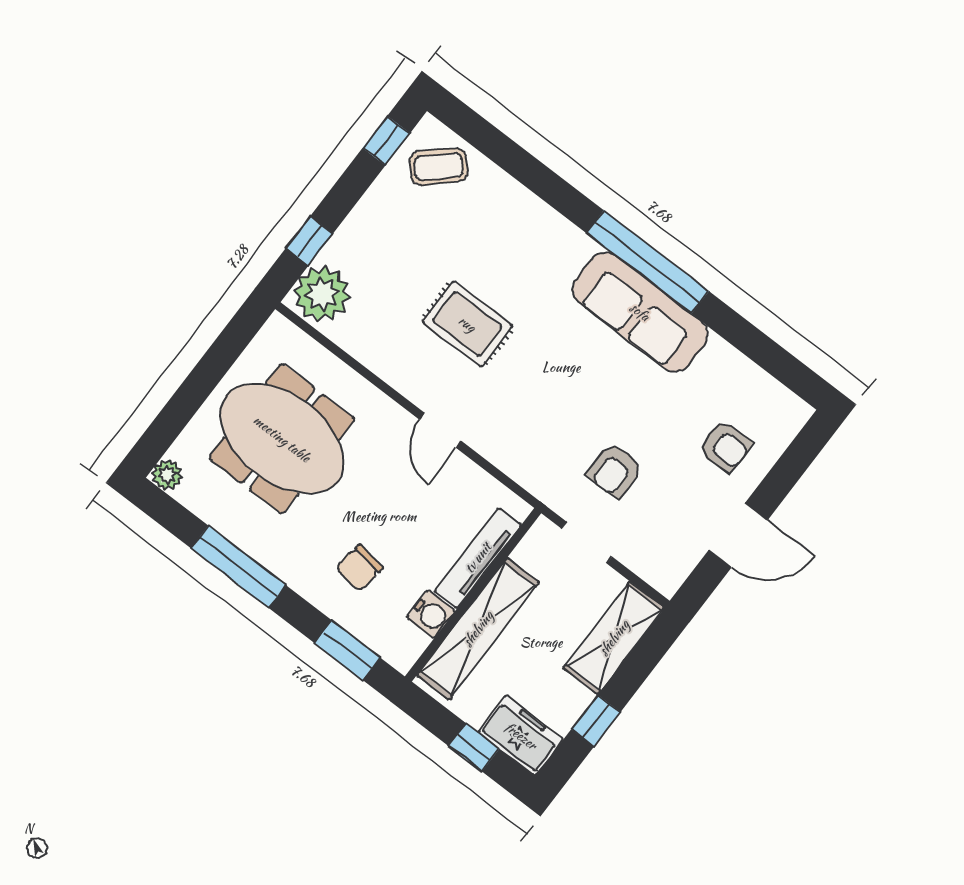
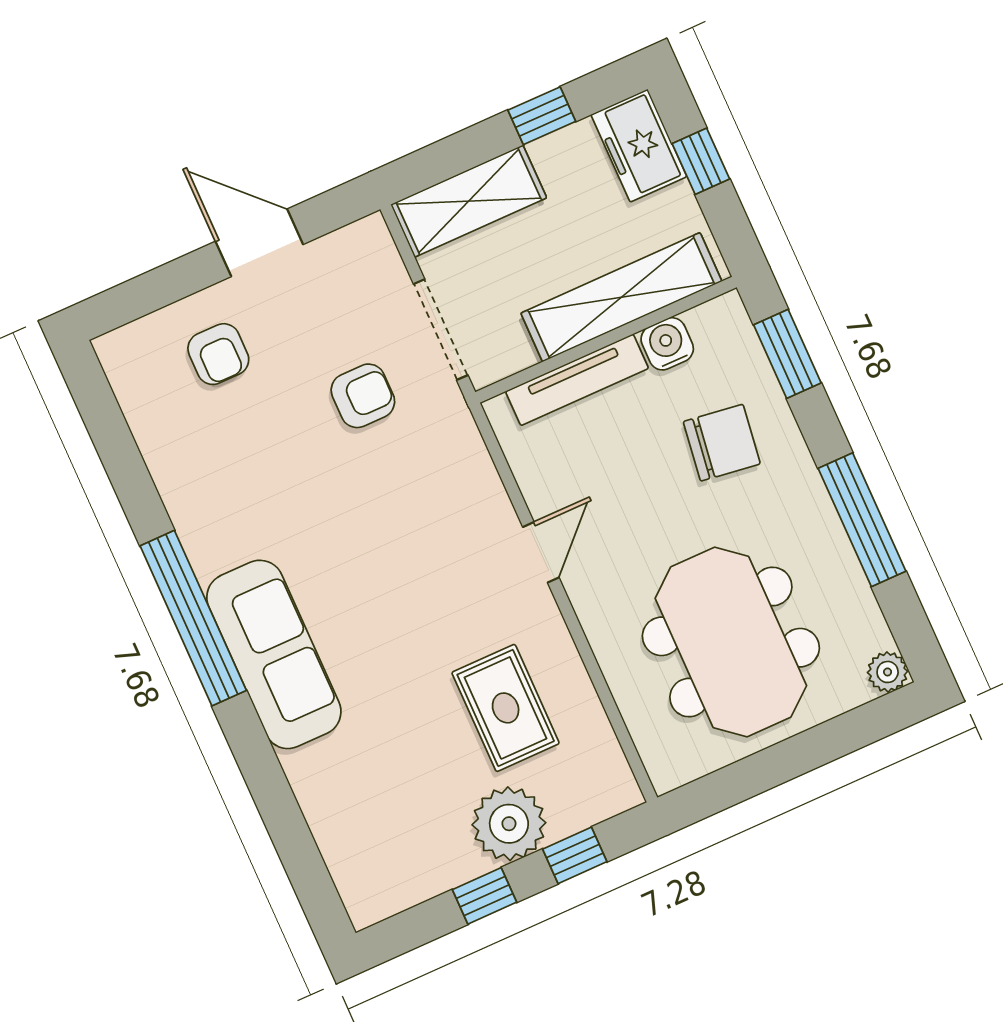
window: (386, 141) -> (485, 896), moved
coffee table: (438, 167) -> (377, 861), removed
plant: (322, 294) -> (509, 824), moved
sofa: (640, 312) -> (274, 654), moved
rug: (467, 324) -> (506, 708), moved
armchair: (725, 447) -> (218, 354), turned 180
doorway: (586, 542) -> (441, 330), width x1.38
chair: (359, 568) -> (722, 443), width x1.37, depth x1.37

